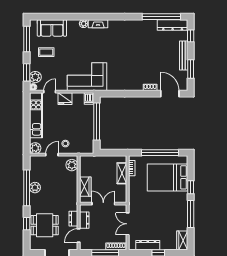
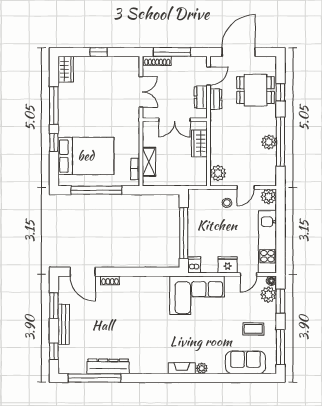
dresser: (173, 25) -> (108, 366), moved
dresser: (148, 245) -> (113, 63), removed

